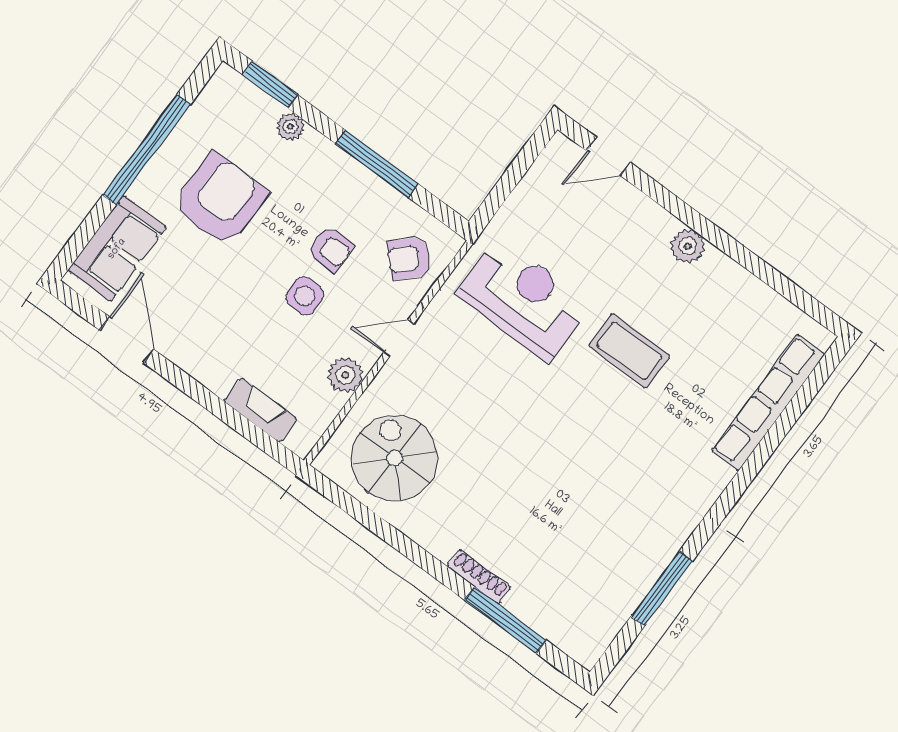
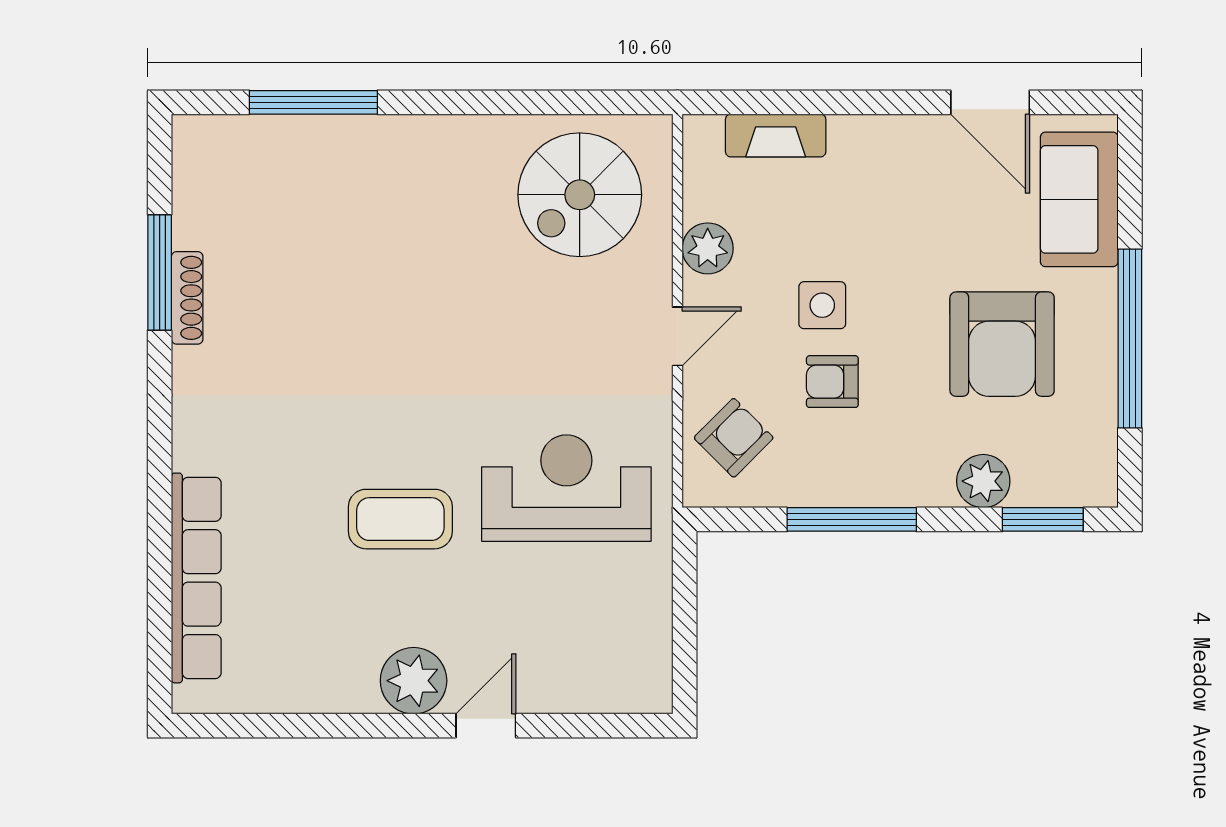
plant: (290, 127) -> (983, 481), width x1.38, depth x1.38
door: (608, 156) -> (486, 726), moved
plant: (688, 246) -> (414, 681), width x1.36, depth x1.36
reception desk: (524, 299) -> (566, 488), turned 180
spiral stairs: (395, 458) -> (580, 195), turned 90
shoe rack: (479, 577) -> (187, 298), moved, turned -90

